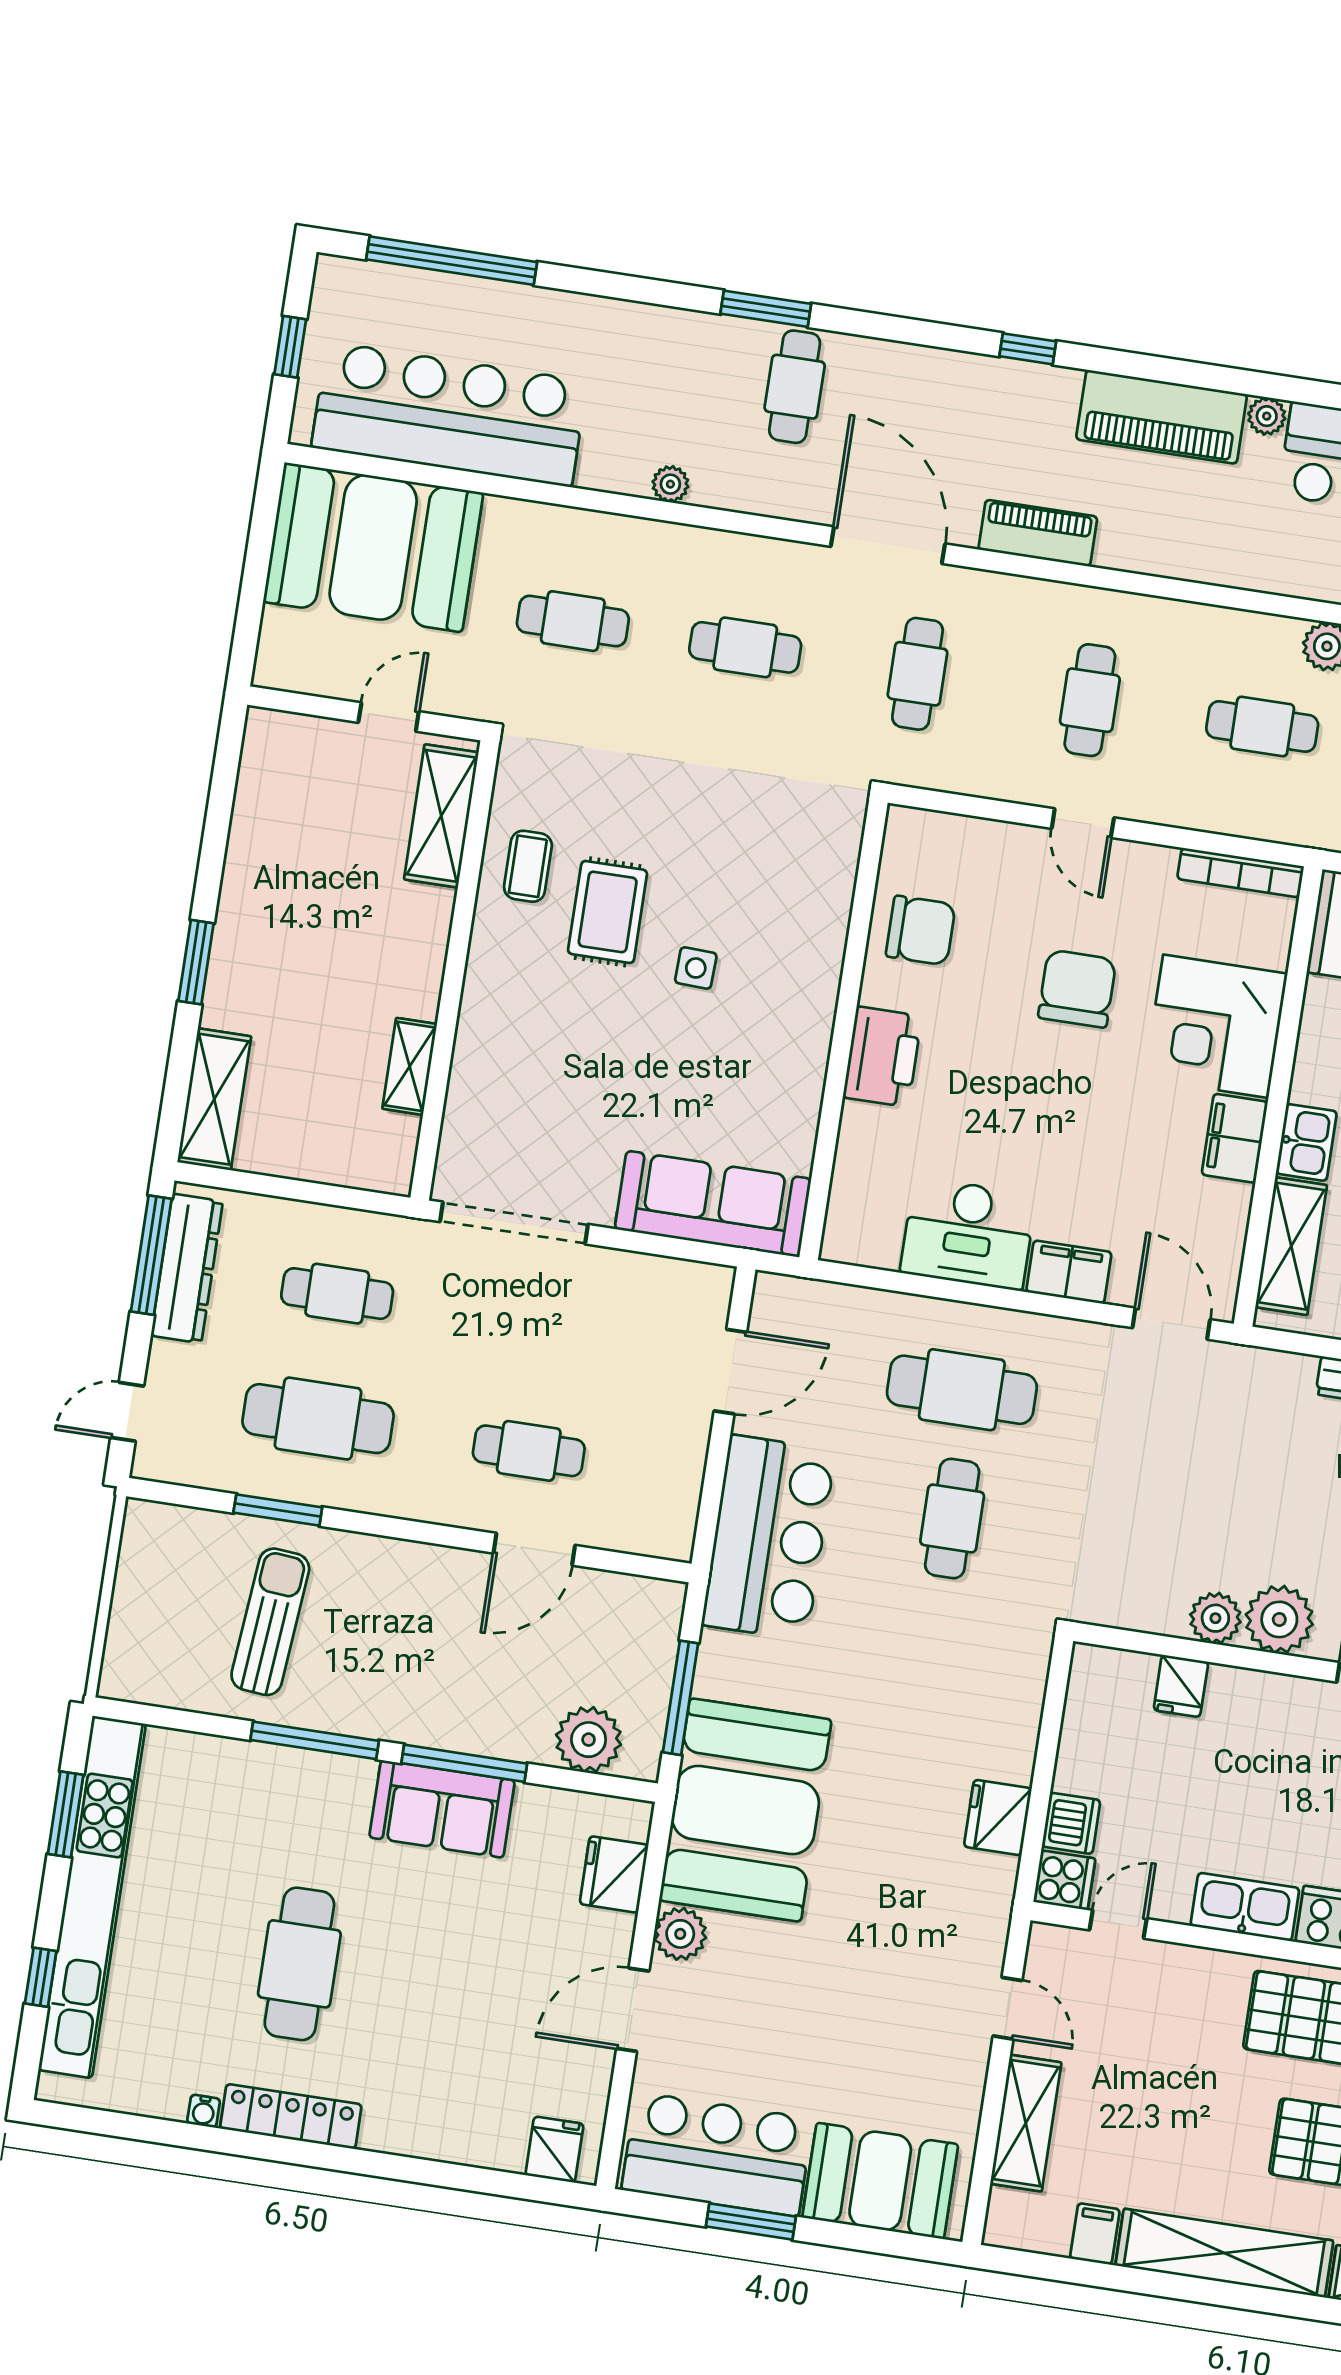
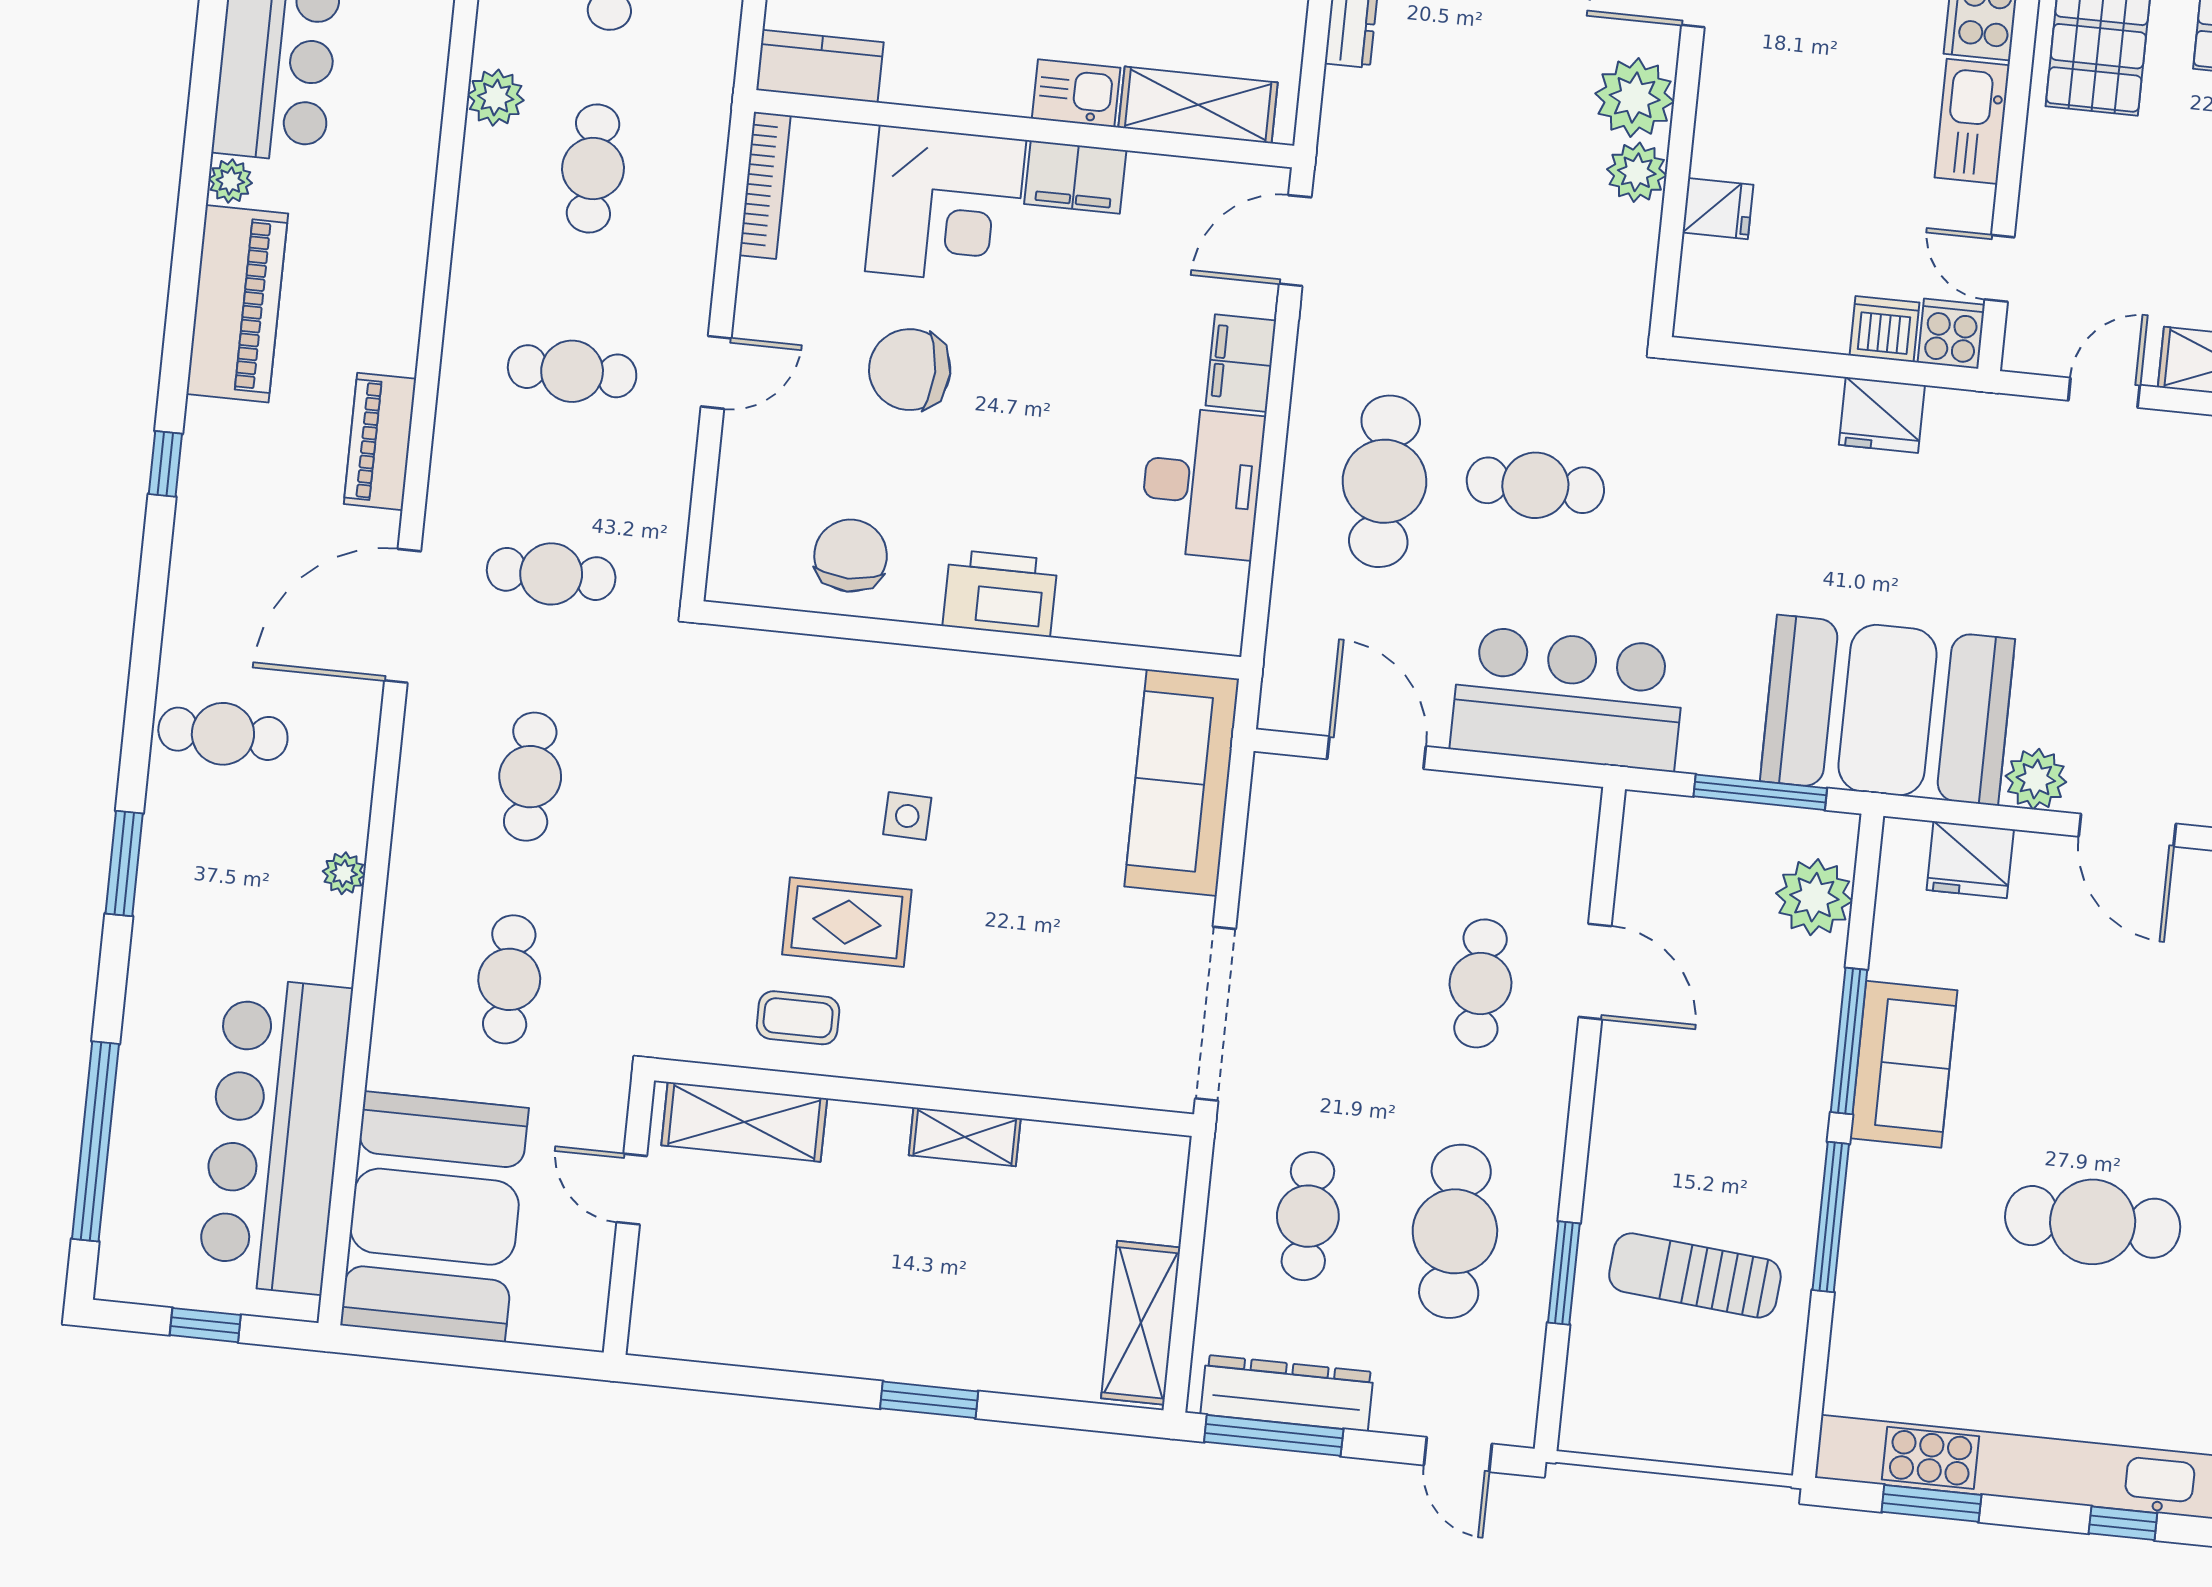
window: (766, 309) -> (124, 864), moved
shelving: (410, 1066) -> (965, 1137), moved
shelving: (214, 1099) -> (1141, 1323), moved, turned 90

